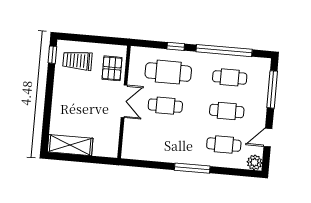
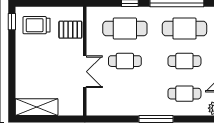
pallet: (112, 68) -> (70, 30), turned 90
cafe table: (230, 77) -> (184, 29), width x1.37, depth x1.35
double door: (124, 101) -> (85, 72), moved

